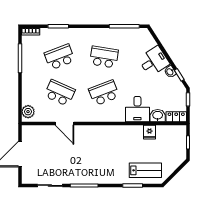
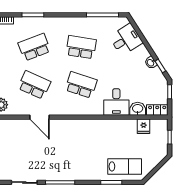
desk: (154, 61) -> (126, 40), moved
school desk: (104, 93) -> (81, 85), turned 39
fridge: (149, 132) -> (144, 126), moved

